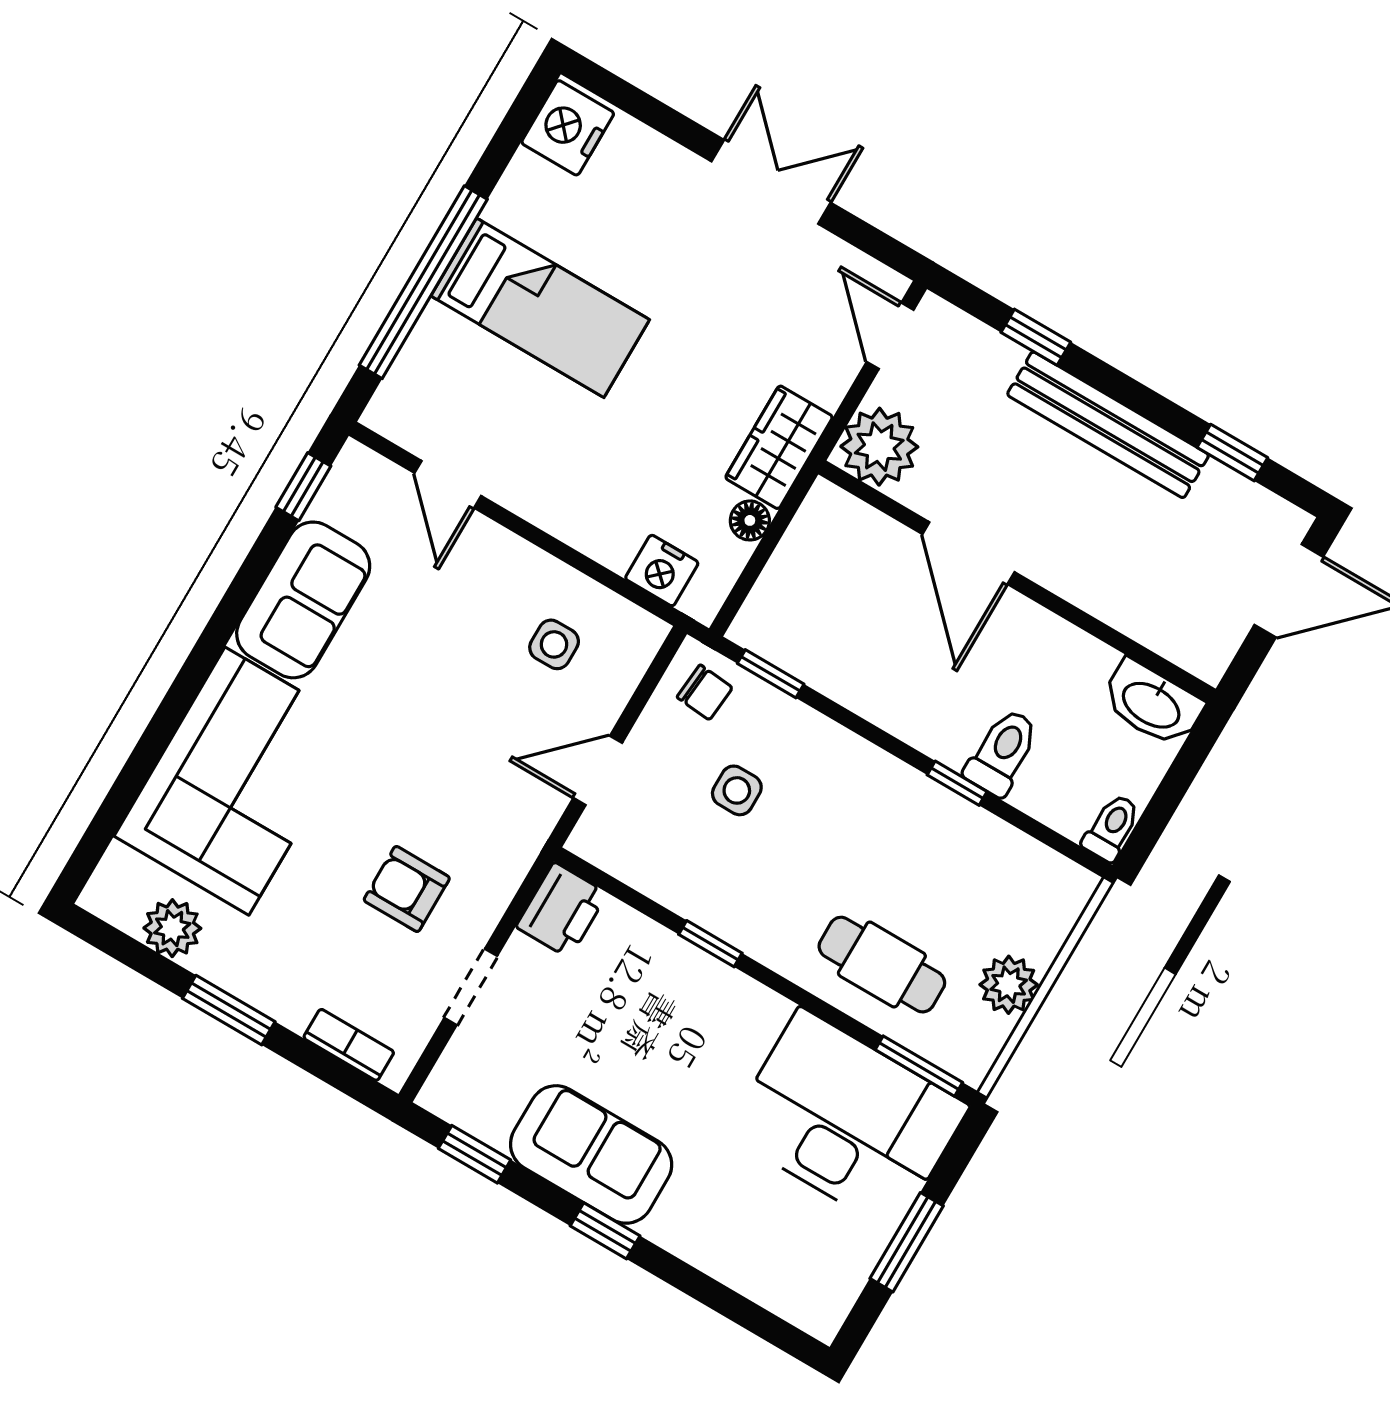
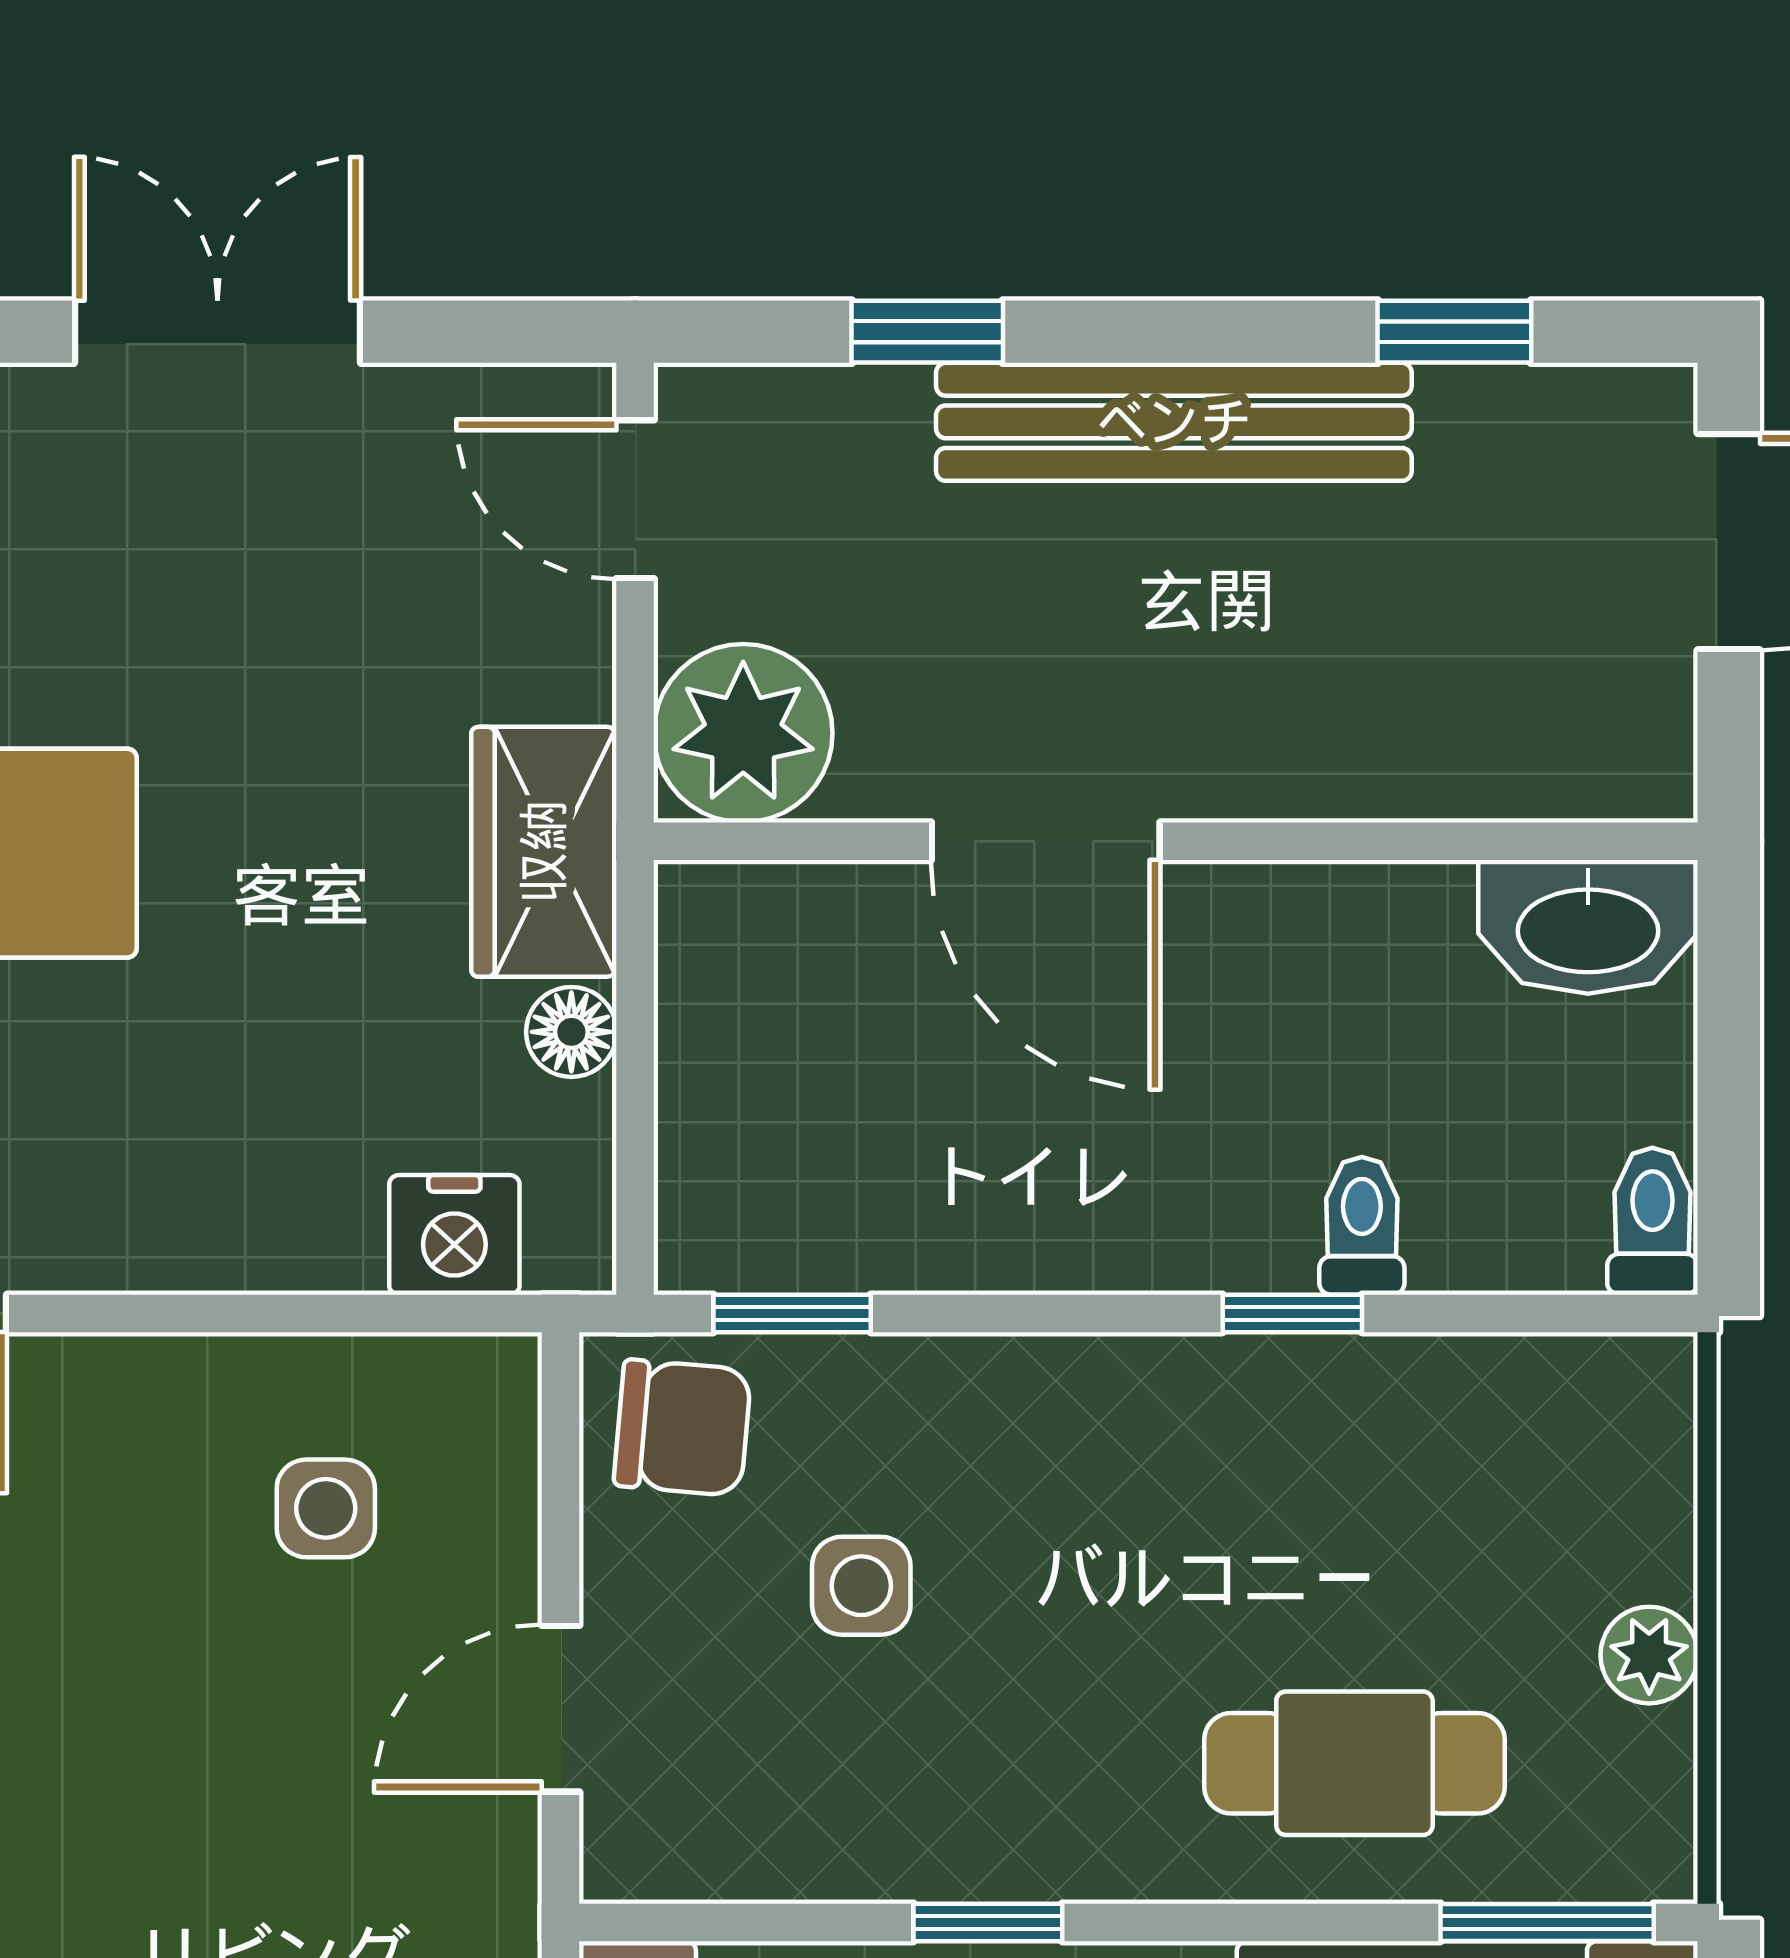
chair: (705, 692) -> (682, 1428), width x1.37, depth x1.37
toilet: (1002, 752) -> (1362, 1226), width x0.73, depth x0.72
plant: (1009, 985) -> (1649, 1655), width x0.73, depth x0.73

